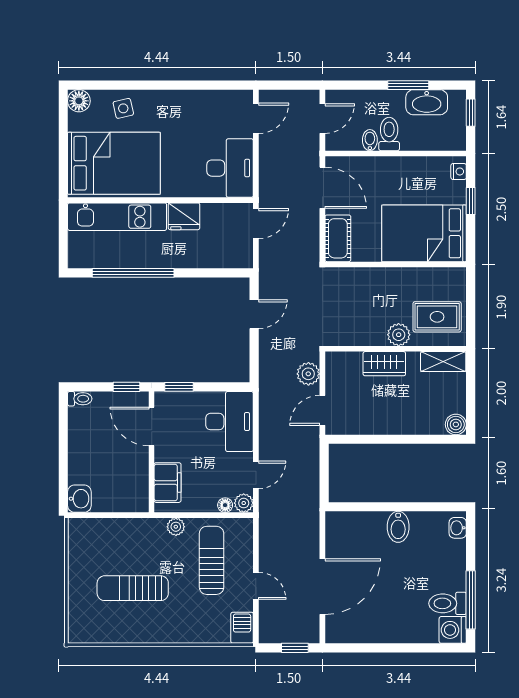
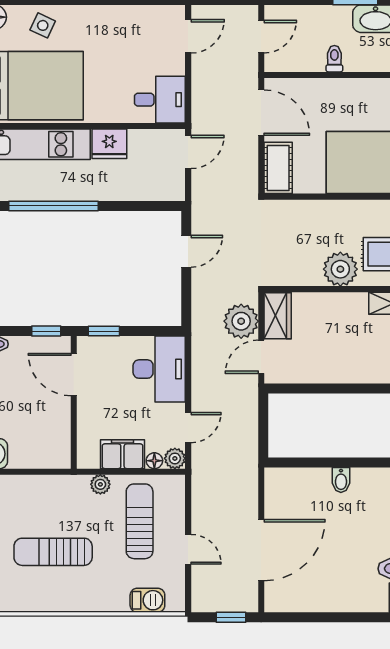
side table: (123, 108) -> (43, 25), turned 38
toilet: (389, 134) -> (334, 59), width x0.73, depth x0.72
bidet: (370, 140) -> (313, 60), removed
desk: (230, 168) -> (160, 100), width x0.73
plant: (399, 335) -> (340, 269), width x1.36, depth x1.36
wardrobe: (384, 364) -> (278, 316), moved, turned -90
plant: (308, 374) -> (241, 321), width x1.36, depth x1.36
filing cabinet: (168, 483) -> (122, 454), moved, turned -90
bidet: (398, 527) -> (341, 480), width x0.72, depth x0.74
barbecue: (242, 628) -> (147, 600), moved, turned 90

